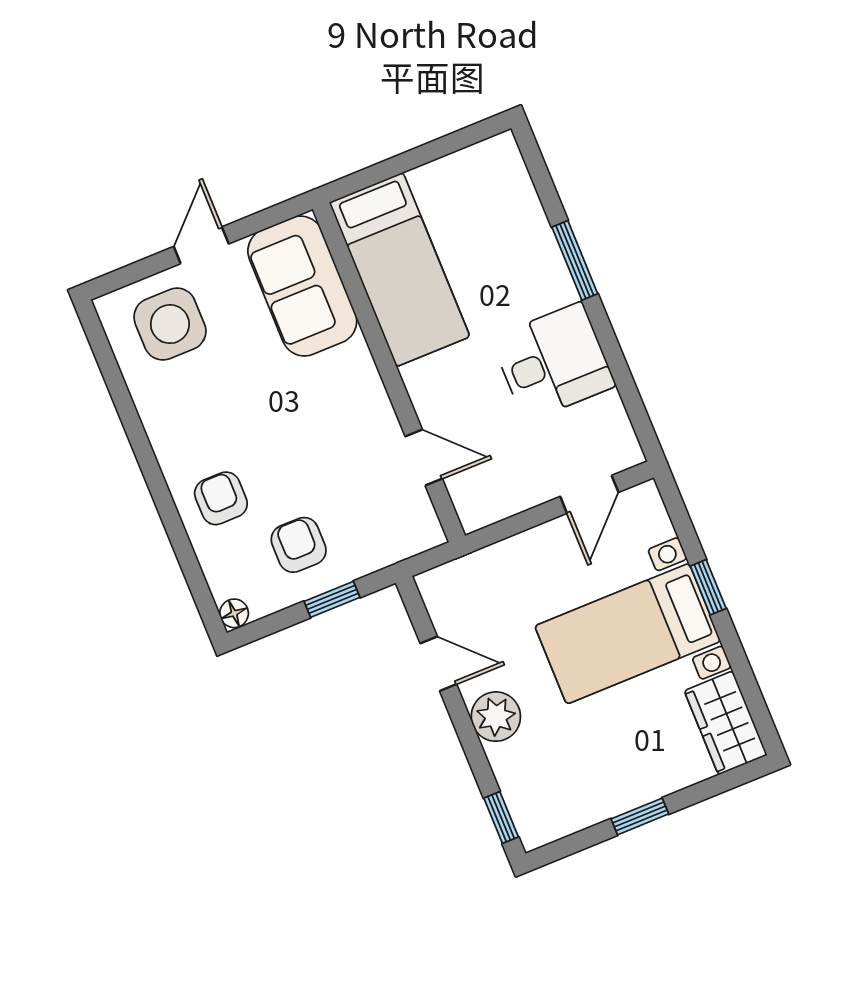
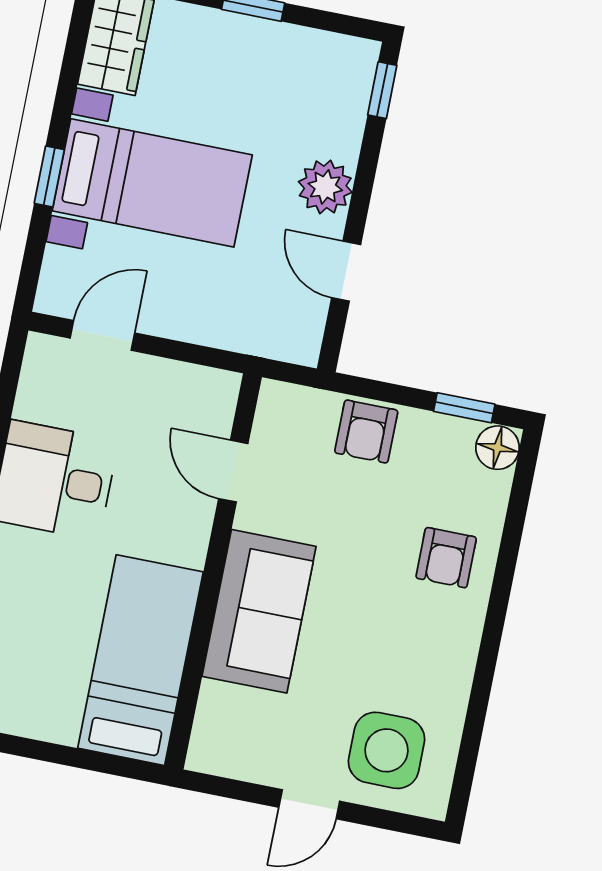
sofa: (302, 286) -> (259, 611), moved
armchair: (299, 545) -> (366, 432), moved
window: (332, 599) -> (464, 408), moved
floor lamp: (234, 613) -> (498, 448), width x1.37, depth x1.37

